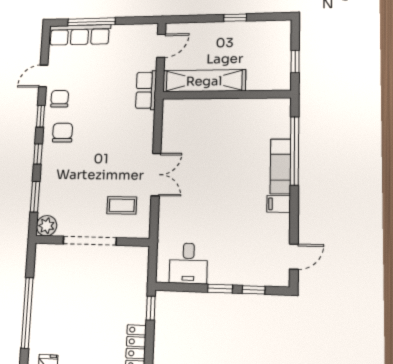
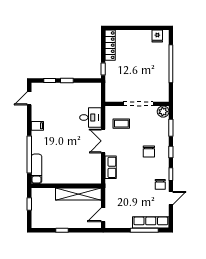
row of seats: (146, 90) -> (111, 167), moved
chair: (63, 133) -> (149, 151), moved
exam couch: (280, 166) -> (36, 169), moved
desk: (188, 263) -> (90, 117), moved, turned 90

